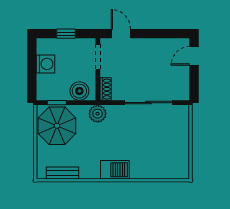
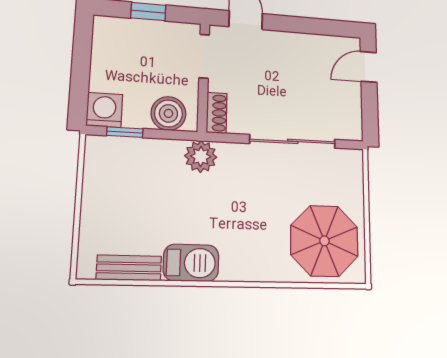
washing machine: (46, 64) -> (104, 110), moved, turned -90
parasol: (57, 126) -> (324, 241), moved
barbecue: (115, 170) -> (191, 263), moved

